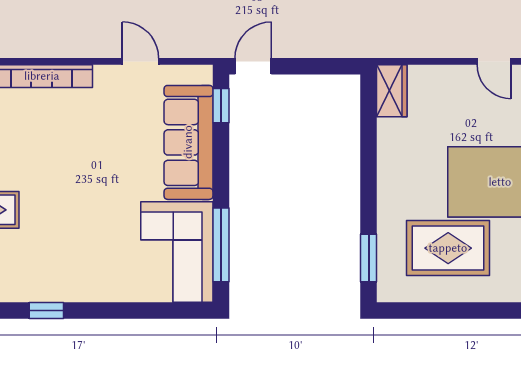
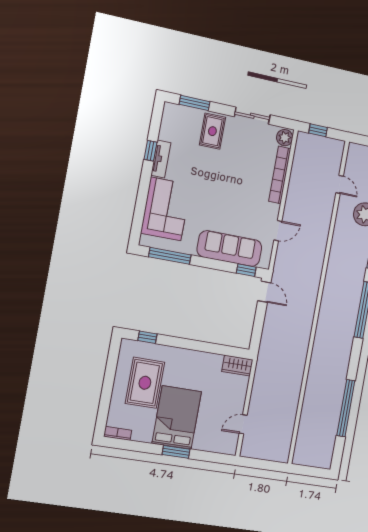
corner sofa: (177, 252) -> (166, 209), moved, turned 90
window: (369, 258) -> (147, 337), width x0.67
tv unit: (57, 290) -> (161, 159), added

